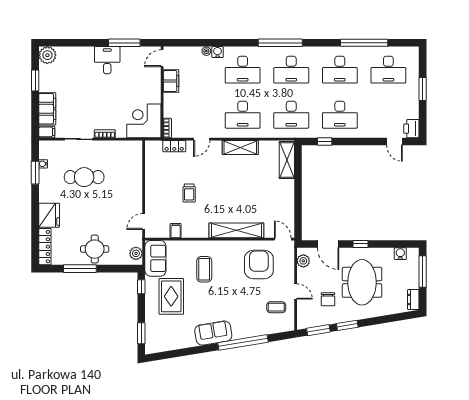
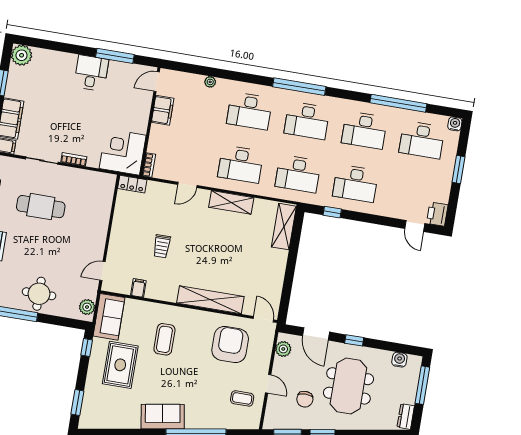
water cooler: (218, 52) -> (455, 124), moved
locker: (174, 146) -> (132, 184), moved

